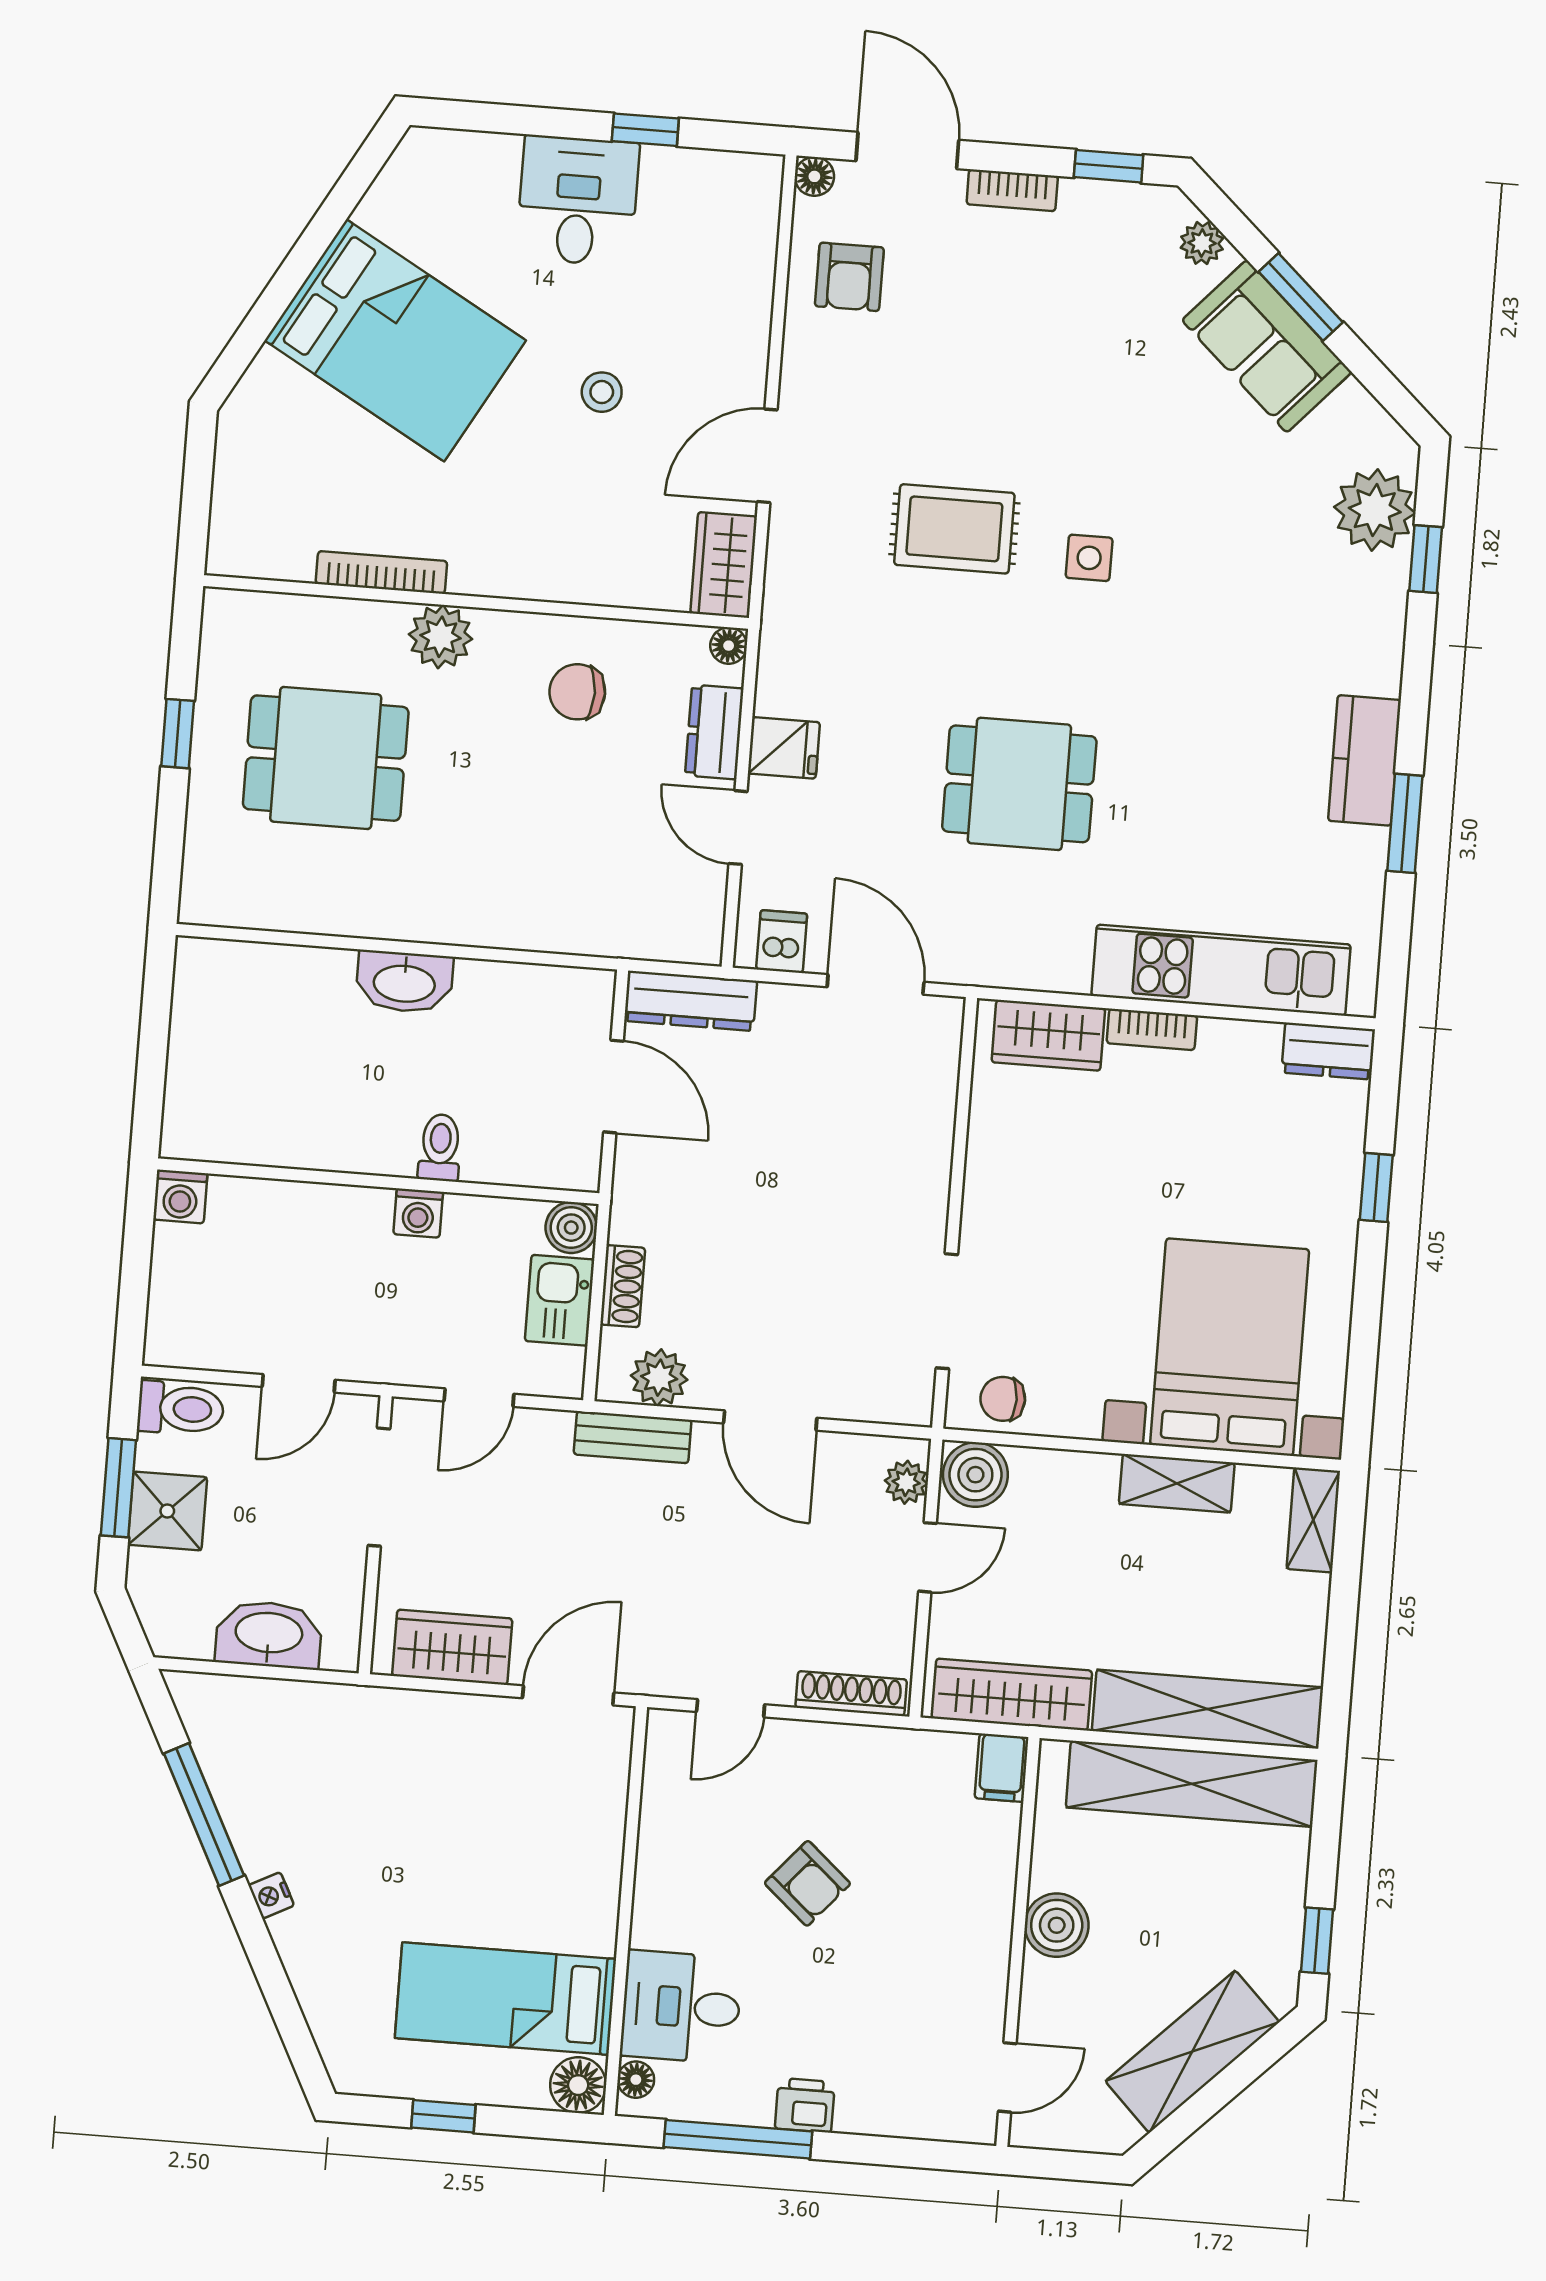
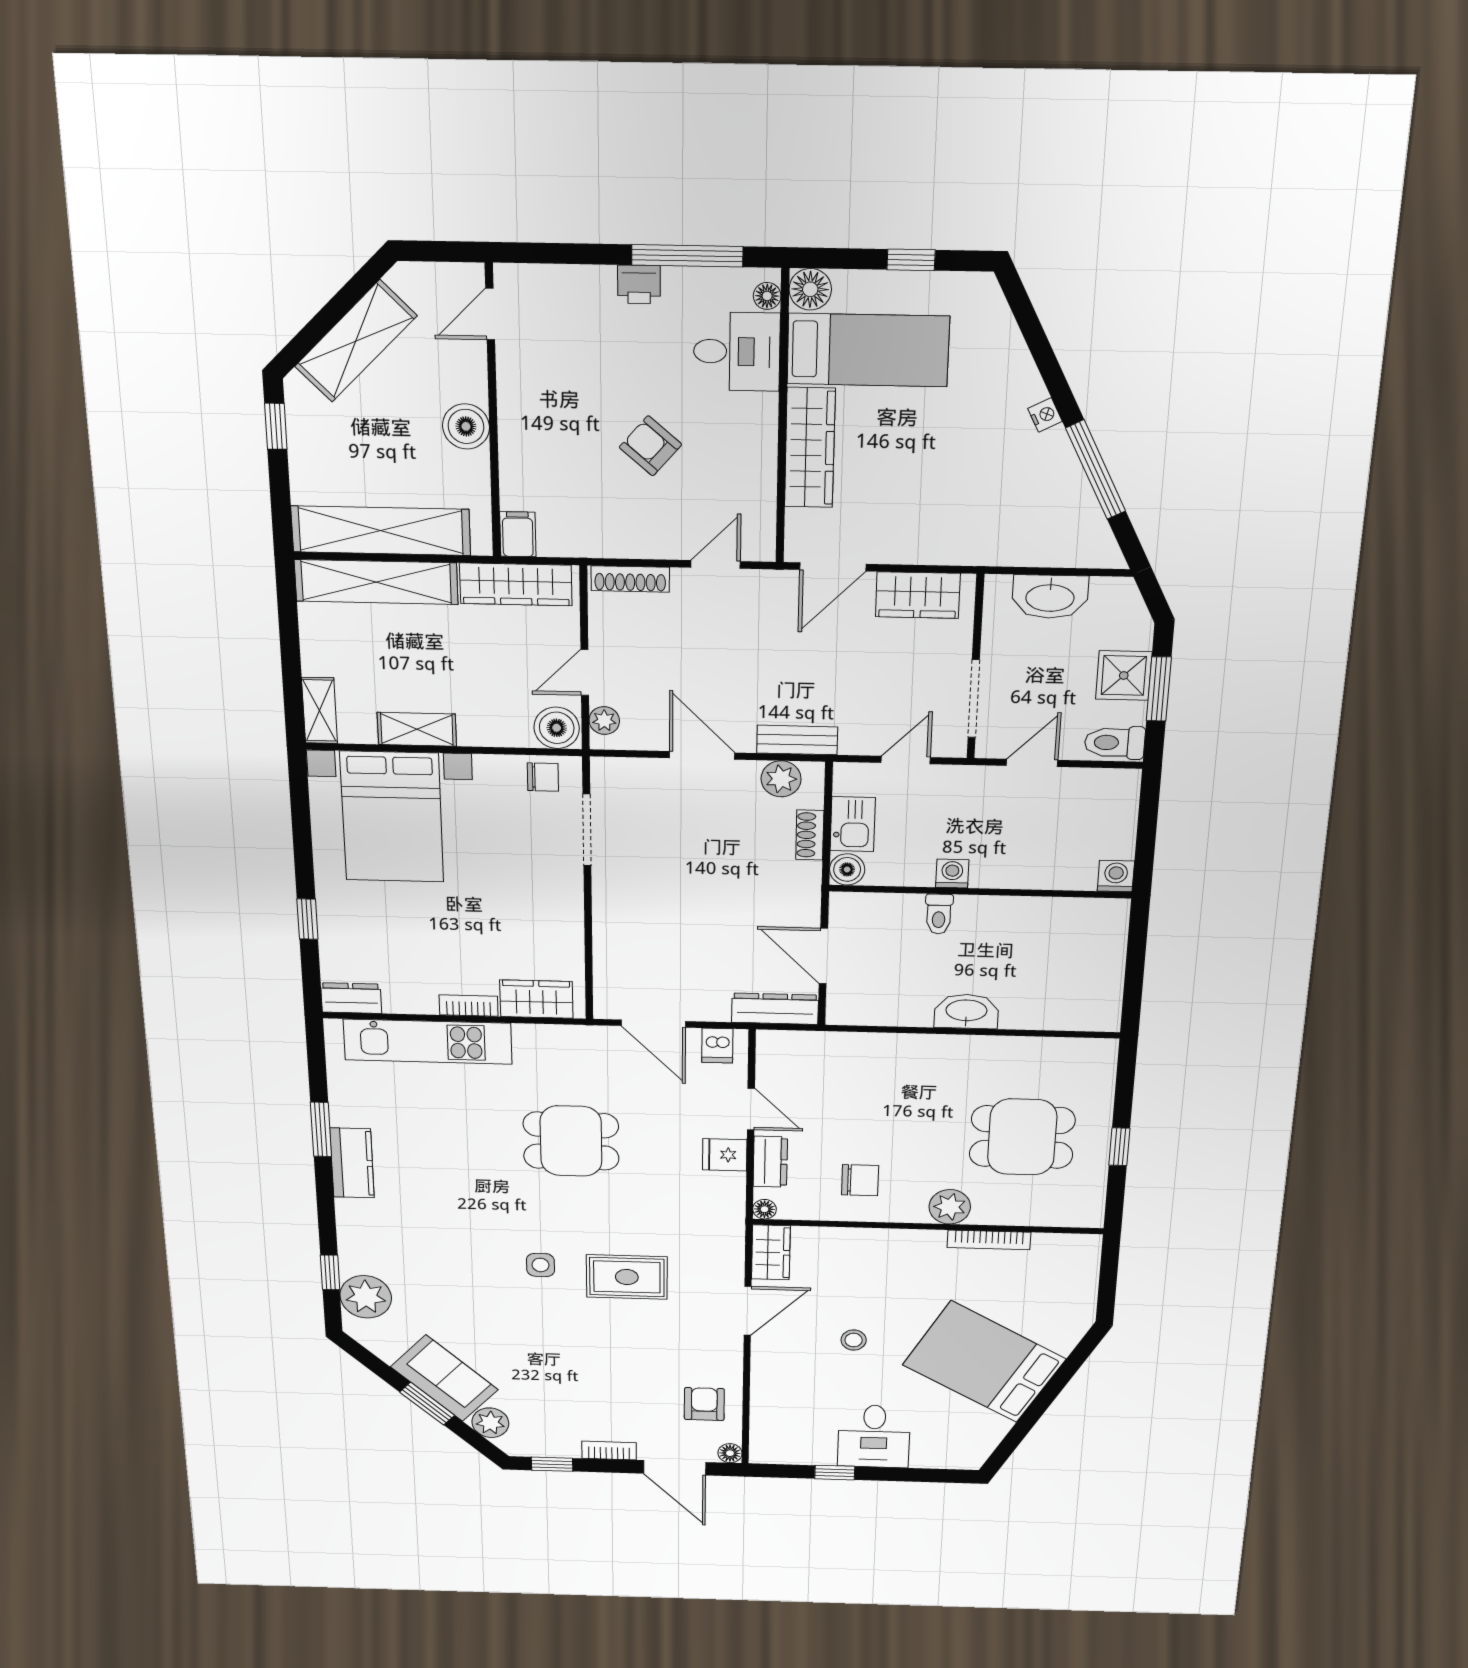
plant: (1202, 243) -> (490, 1423), width x1.38, depth x1.38
wardrobe: (591, 1868) -> (810, 448), added

